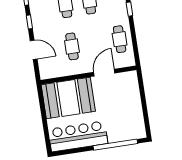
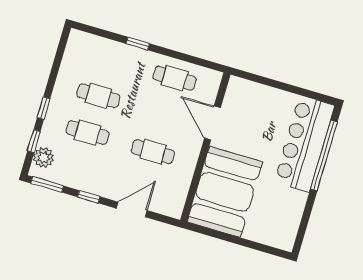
bar counter: (78, 136) -> (304, 144), moved

